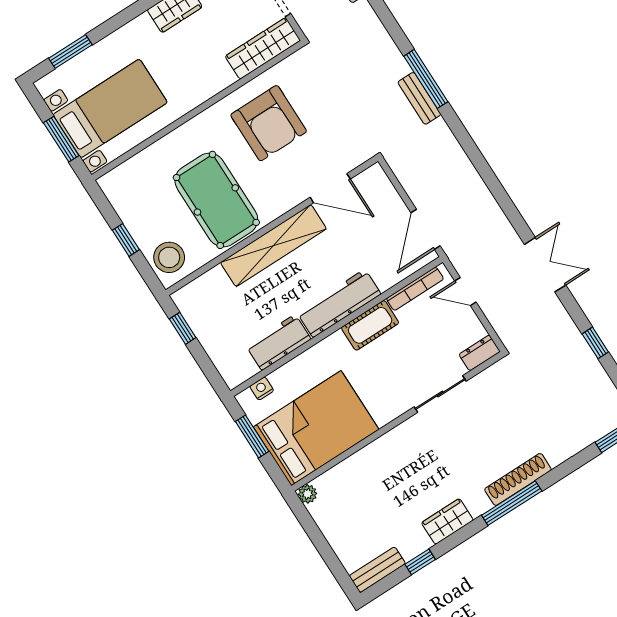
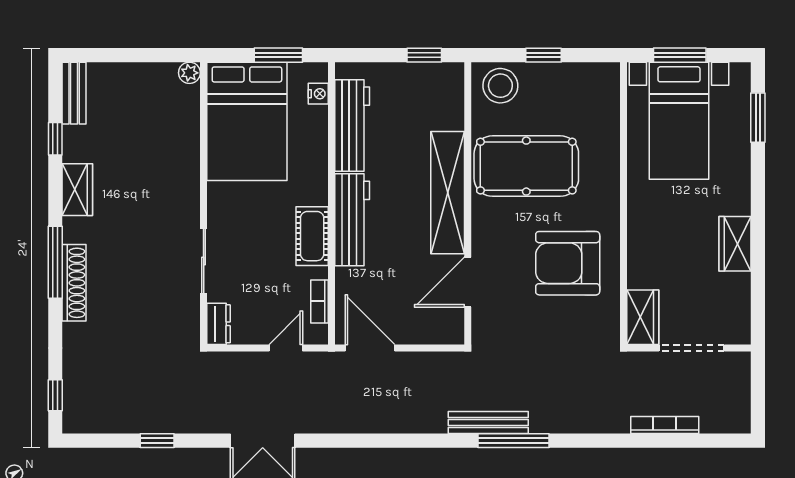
wardrobe: (263, 48) -> (643, 317), width x0.67
bench: (419, 98) -> (488, 422), width x1.36
bookcase: (415, 289) -> (319, 301), width x0.64
workbench: (278, 342) -> (352, 126), width x1.38

